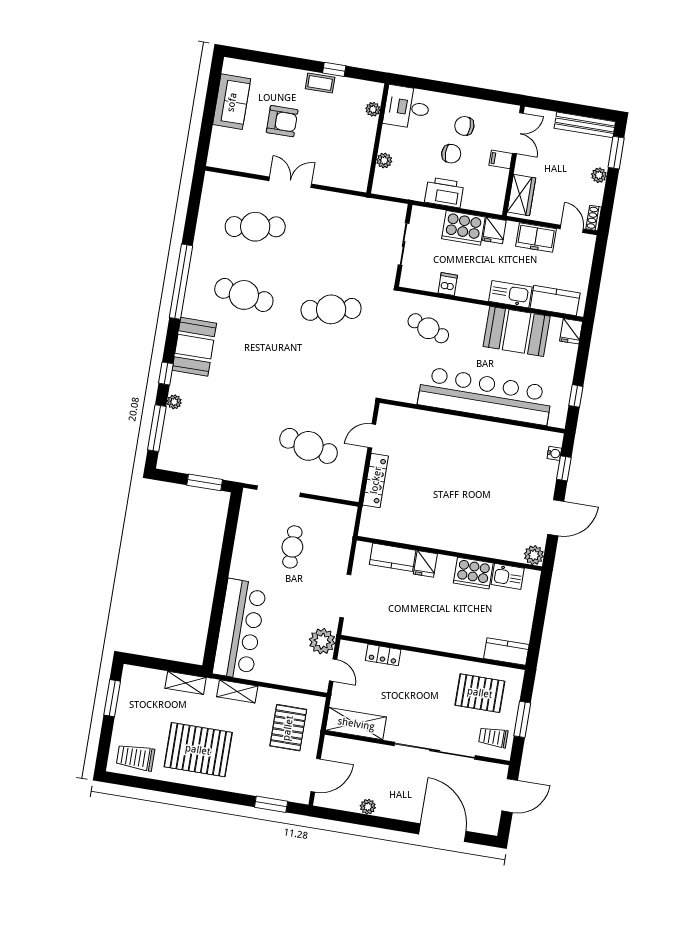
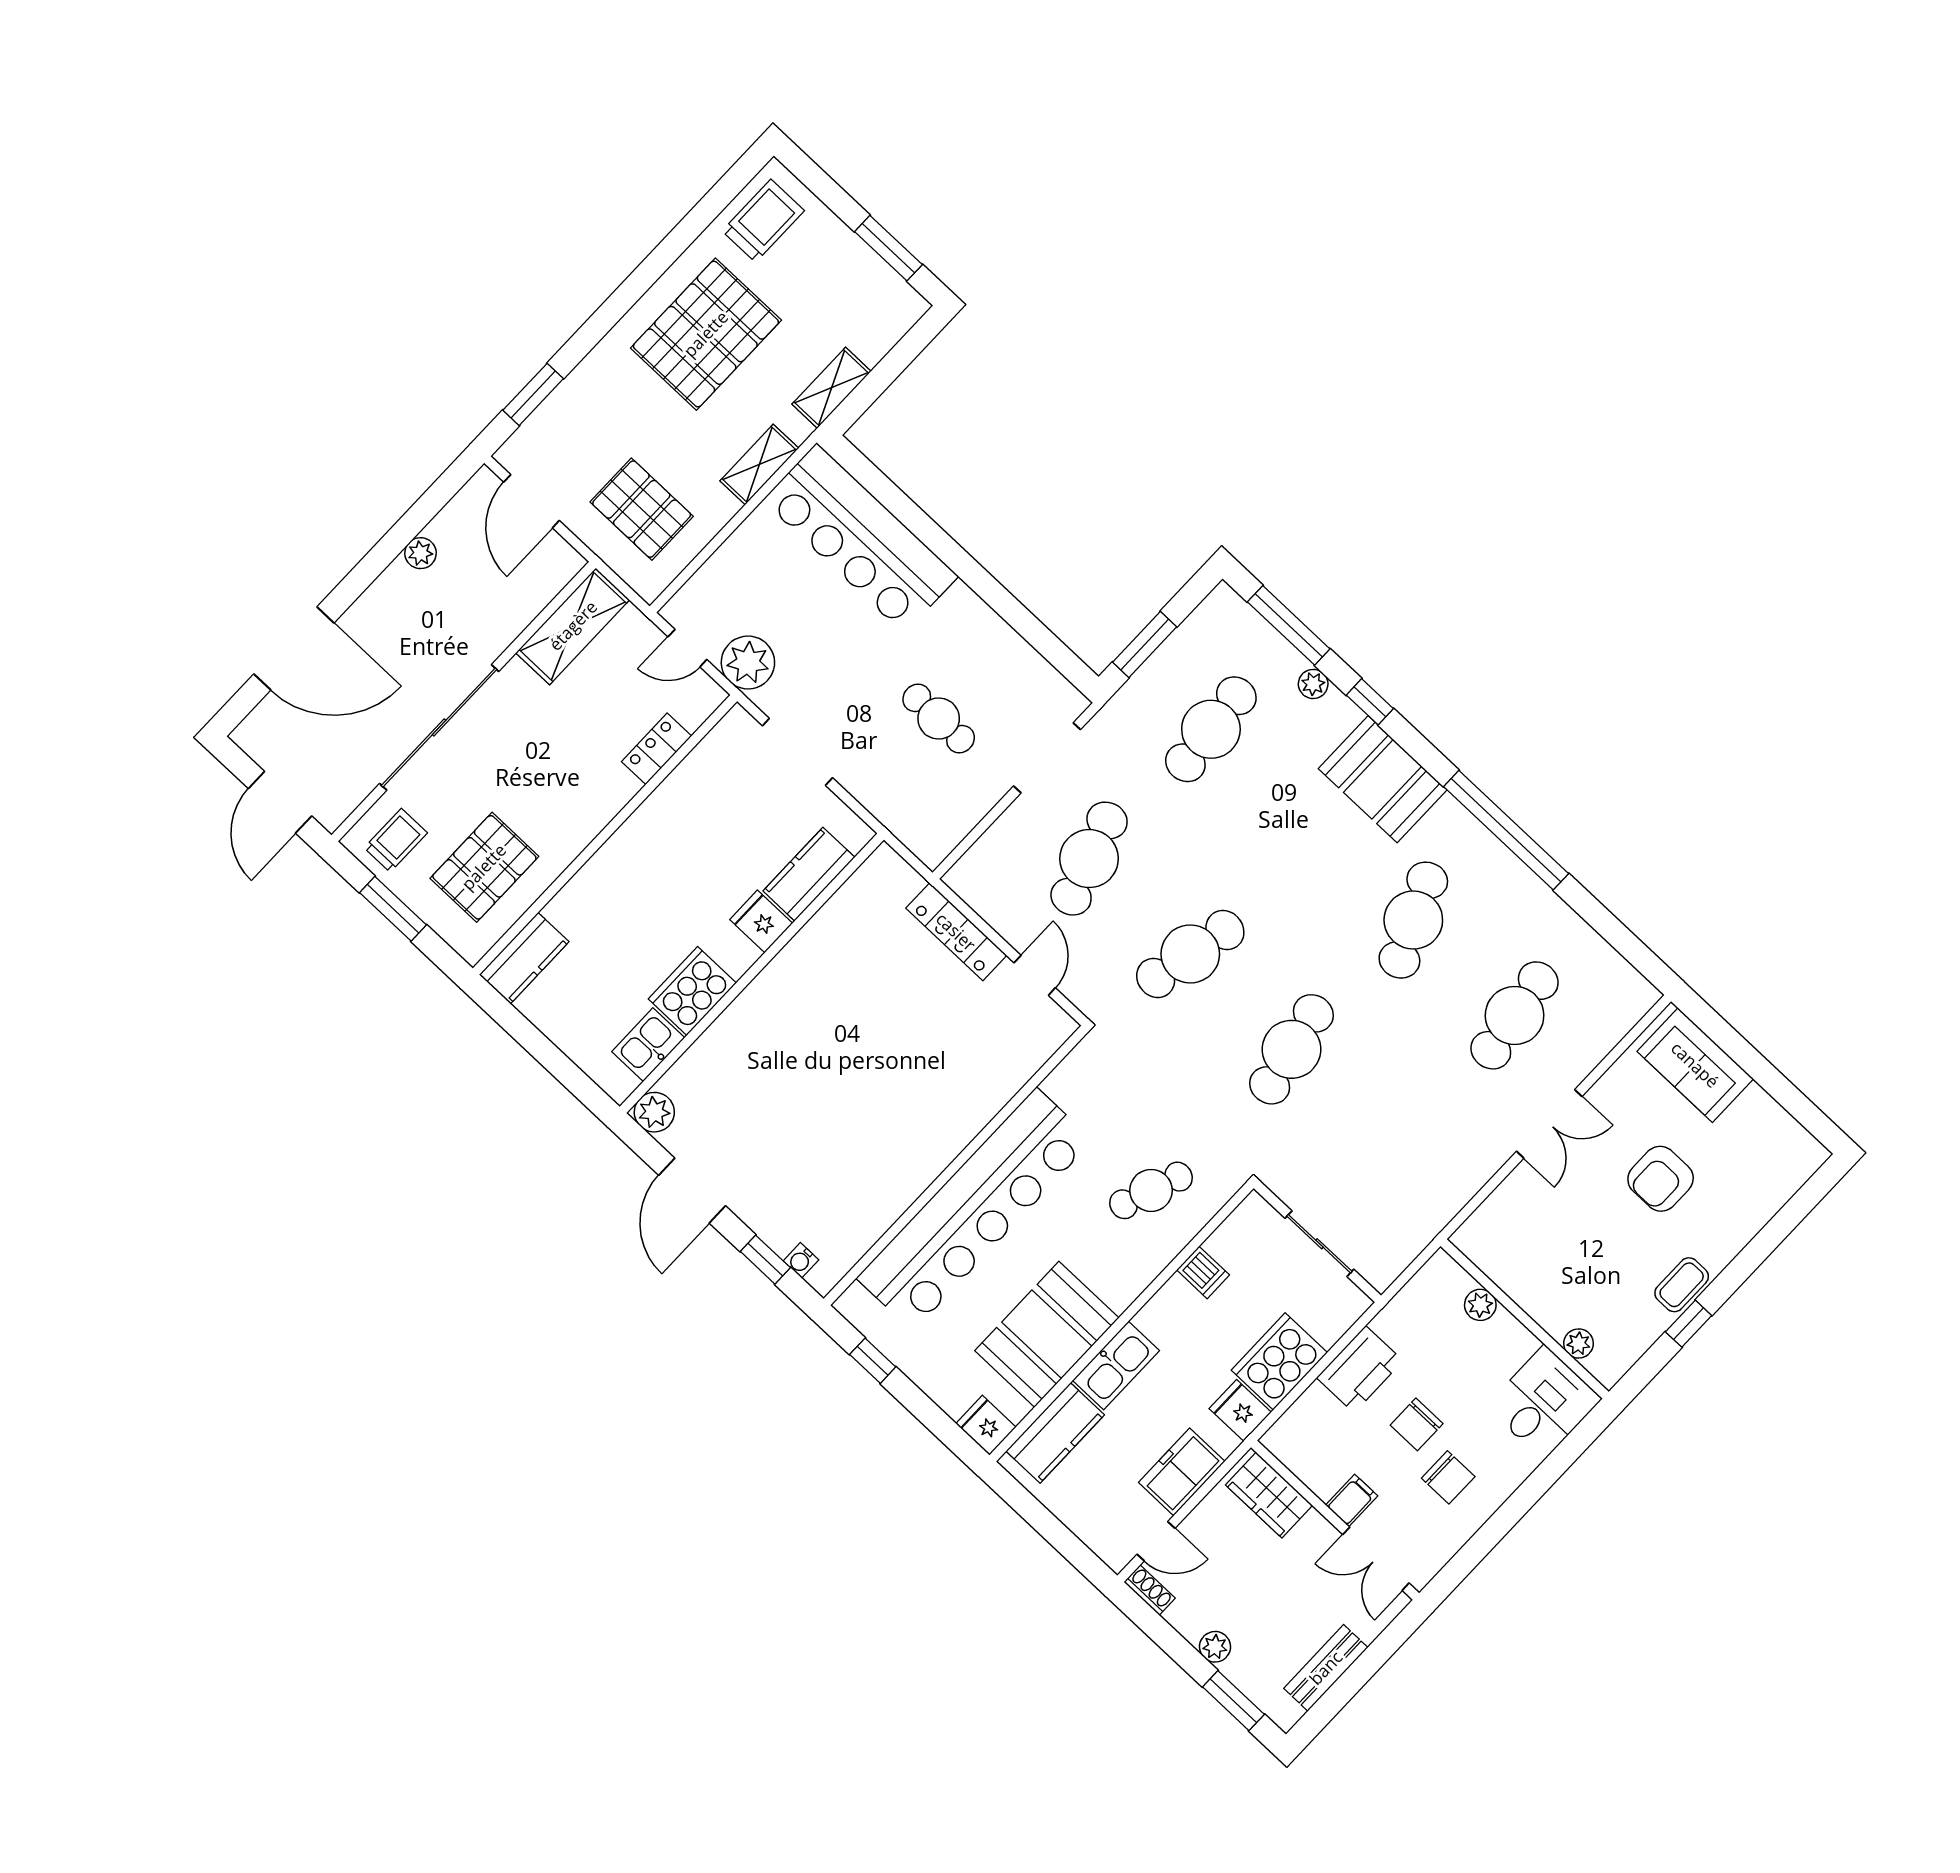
sofa: (232, 102) -> (1695, 1065), moved
bench: (585, 125) -> (1326, 1668), width x0.73
chair: (464, 126) -> (1448, 1477), turned 90
cafe table: (244, 295) -> (1413, 920), turned -33
cafe table: (320, 378) -> (1190, 954), added
cafe table: (221, 431) -> (1211, 729), added
cafe table: (308, 446) -> (1089, 859), turned -30

